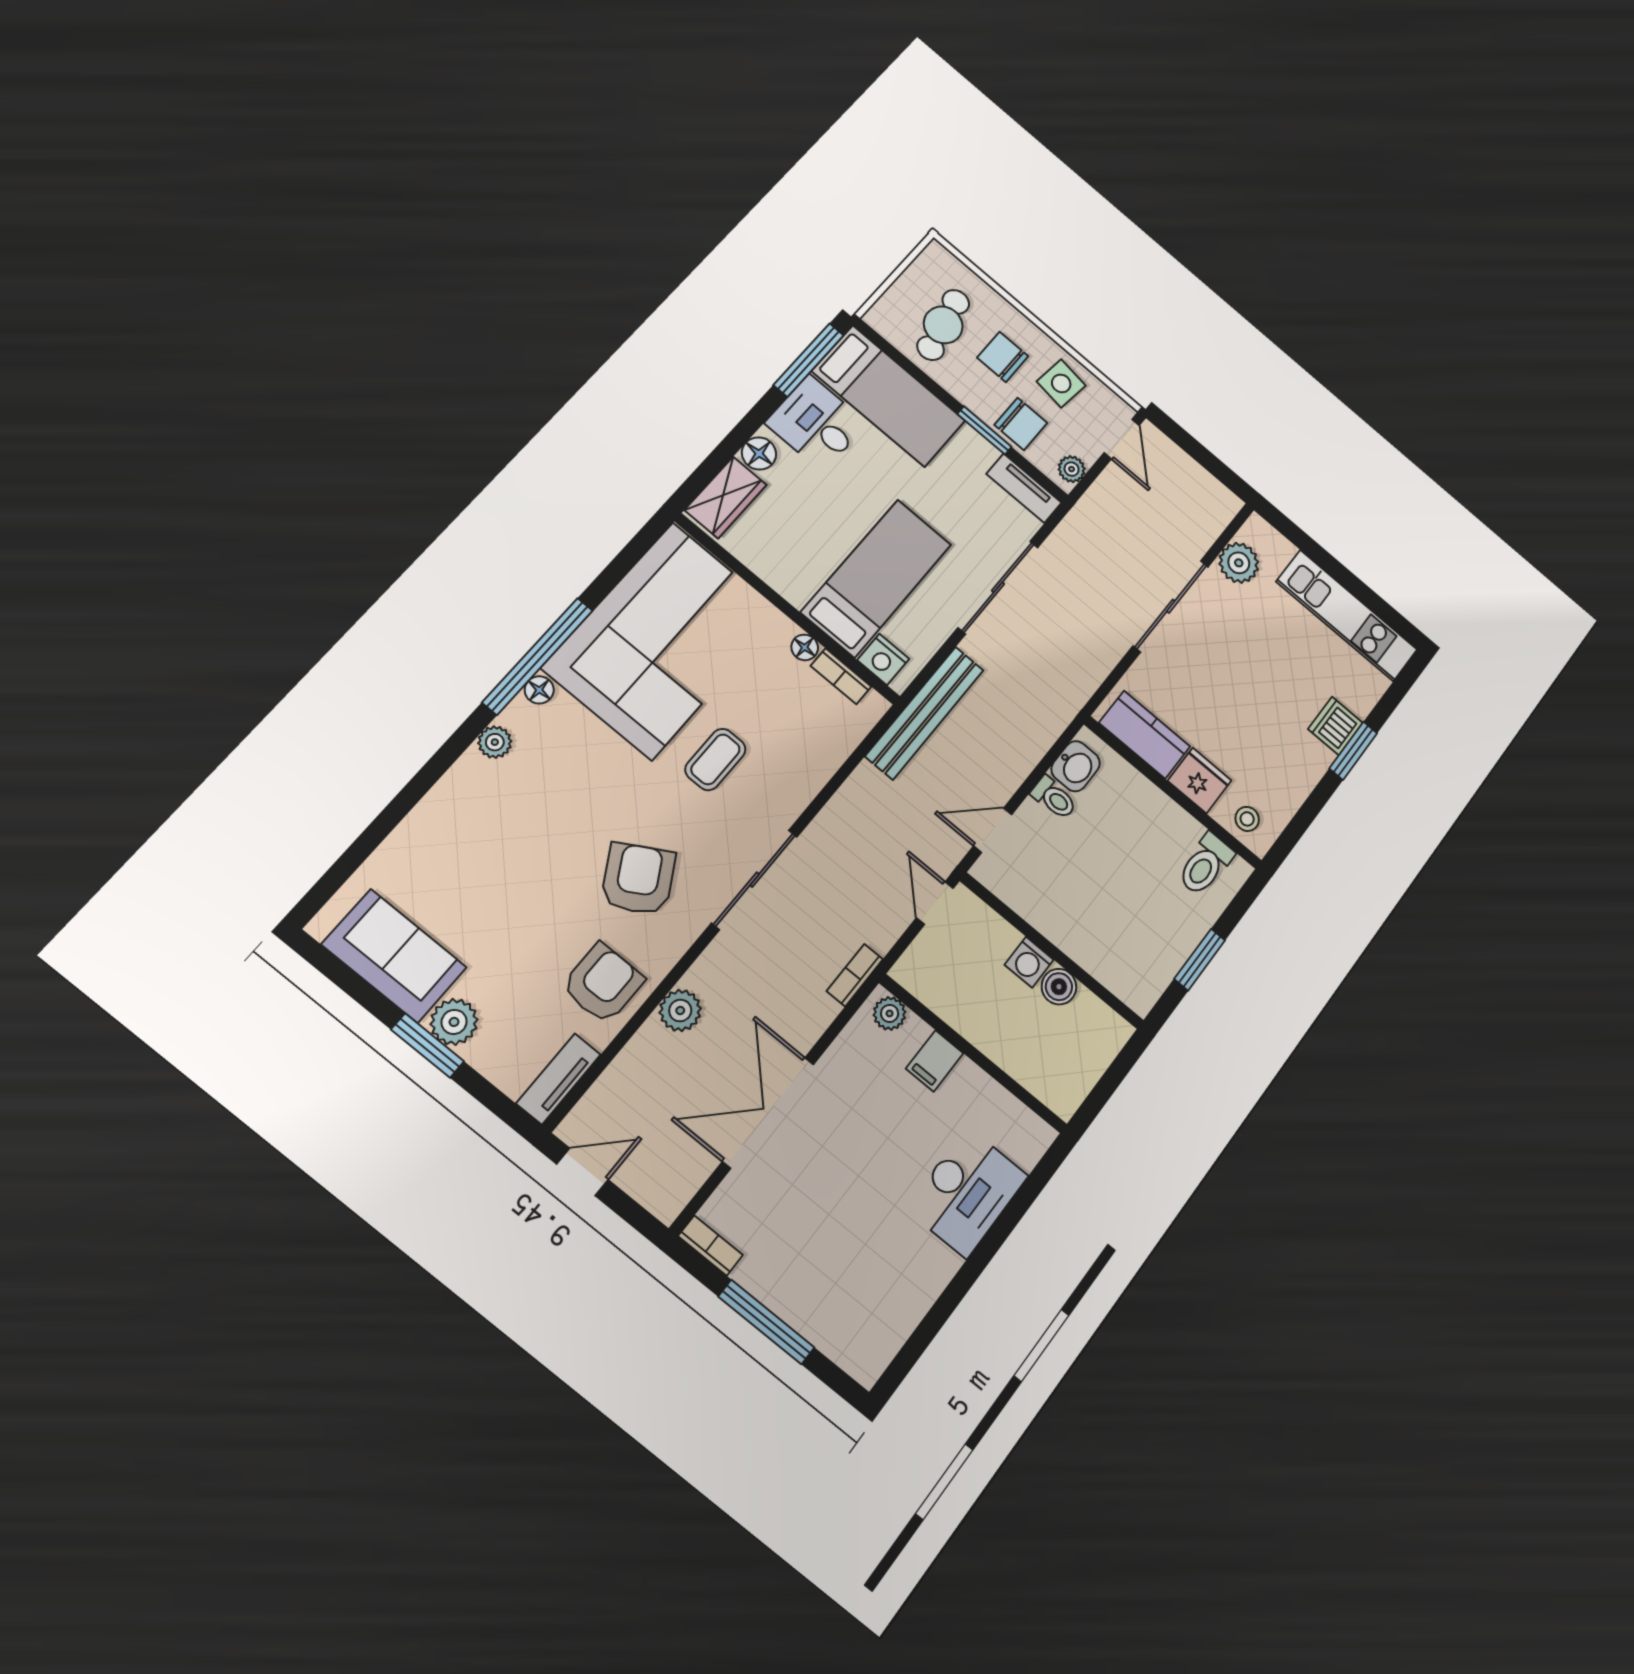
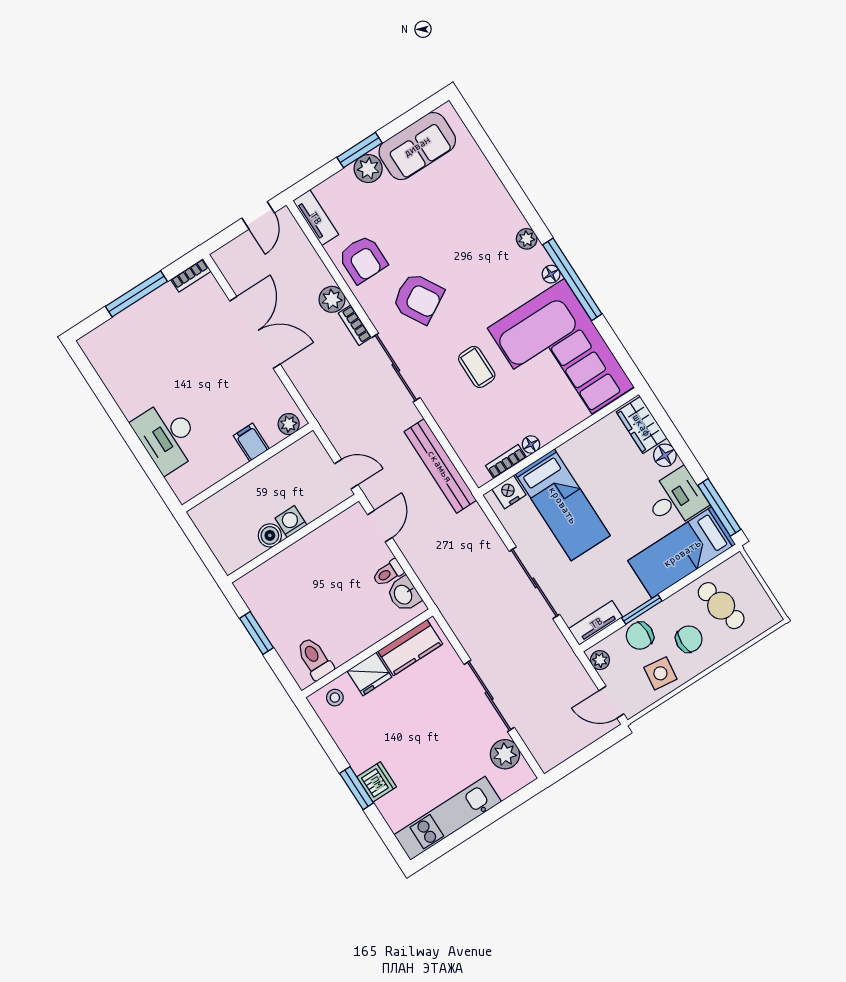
bench: (925, 713) -> (440, 466), moved
bookcase: (855, 975) -> (355, 325), moved, turned 180

